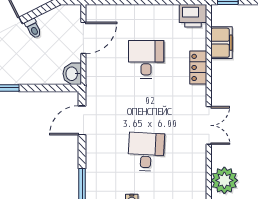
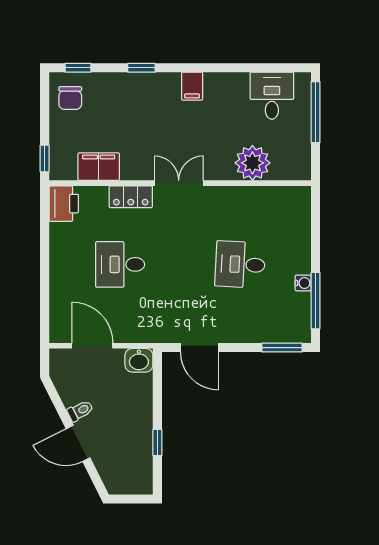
double door: (209, 125) -> (179, 183), moved
plant: (224, 180) -> (252, 163), moved

